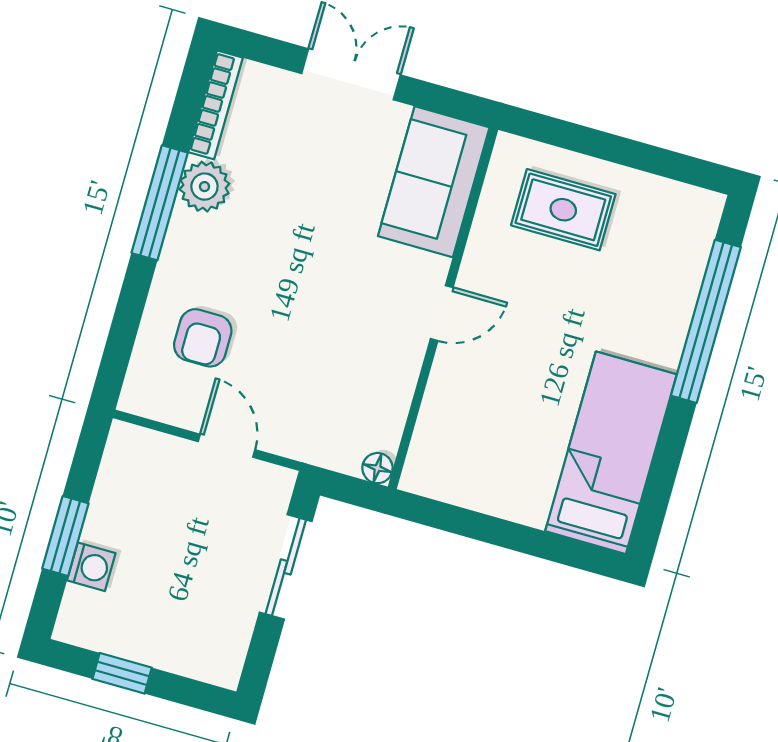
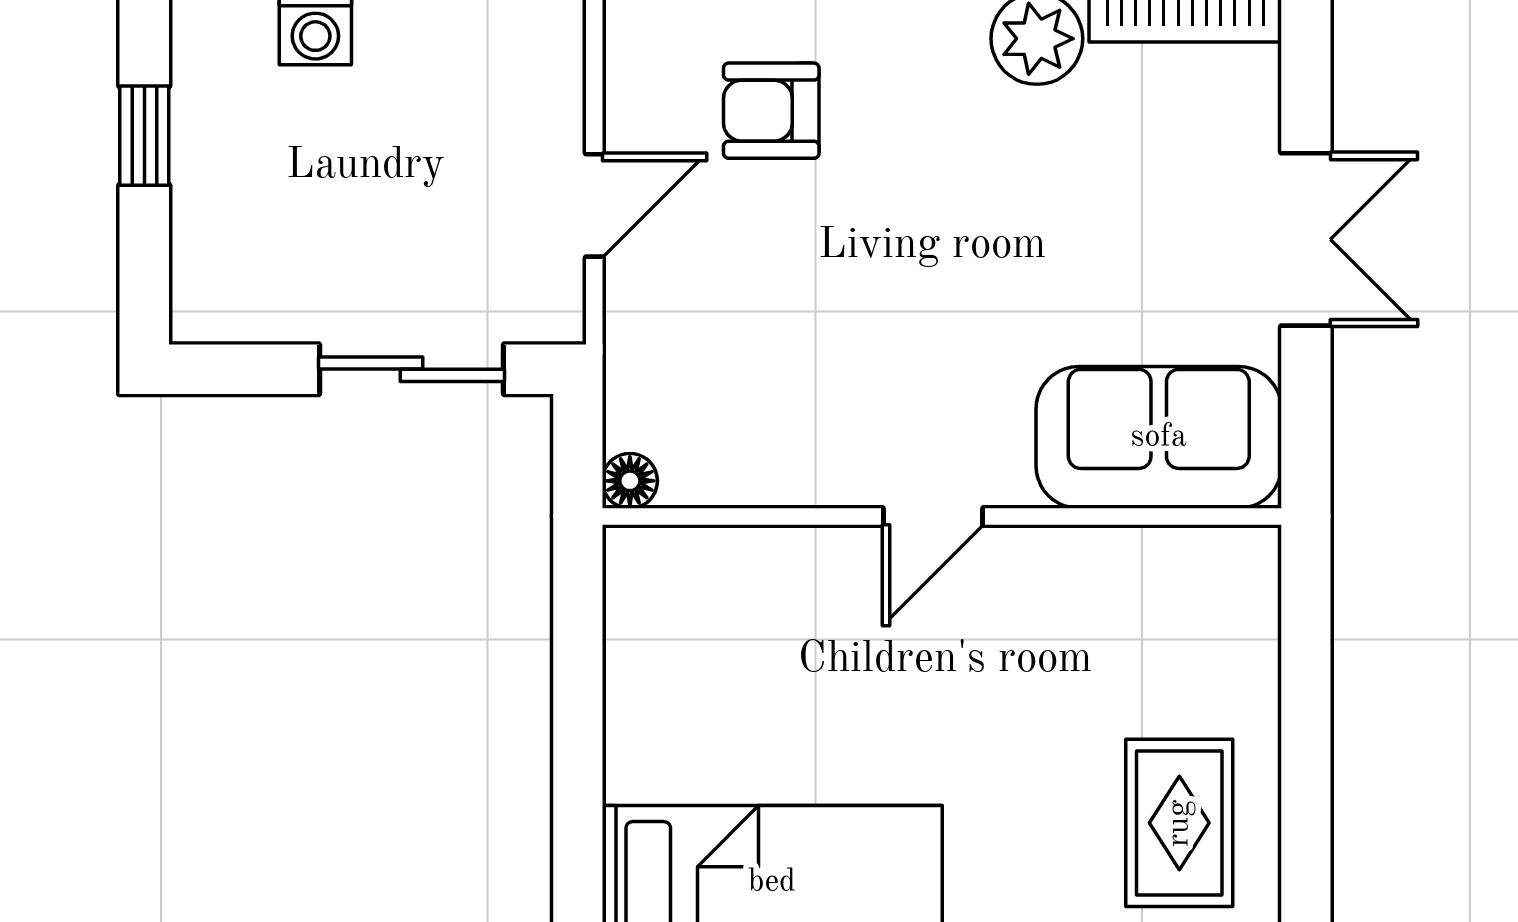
rug: (563, 210) -> (1179, 823), moved
door: (442, 313) -> (933, 517), hinge flipped

